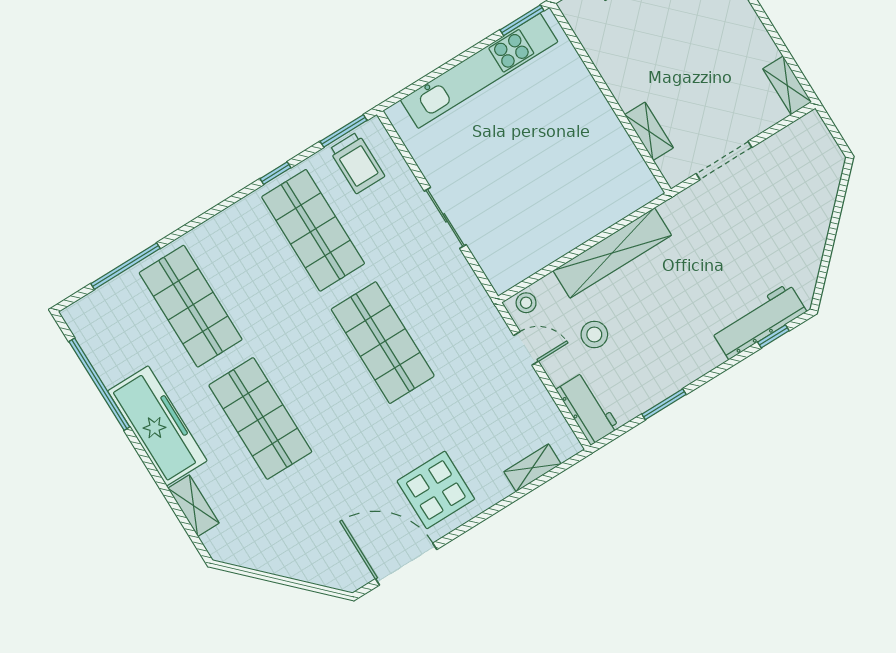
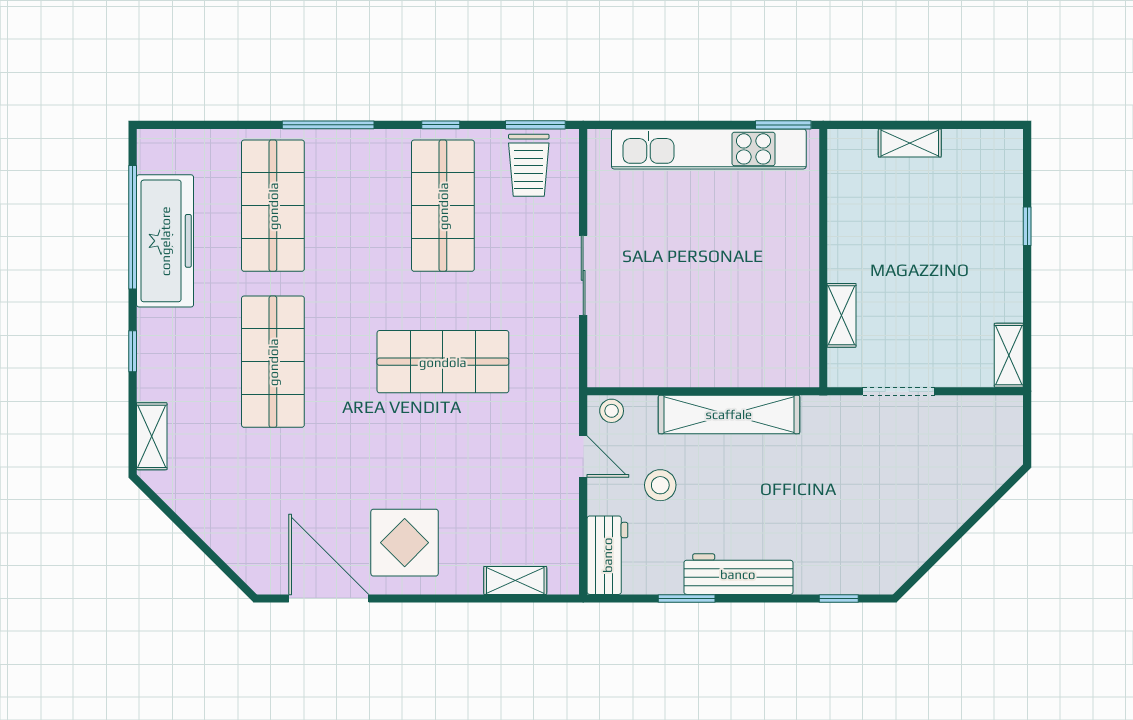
window: (126, 266) -> (328, 125), moved
workbench: (759, 321) -> (738, 574), moved
shop shelf: (383, 343) -> (443, 362), turned 90
freezer: (157, 426) -> (165, 241), moved
window: (155, 474) -> (133, 351), added
shelving: (194, 506) -> (152, 436), moved

